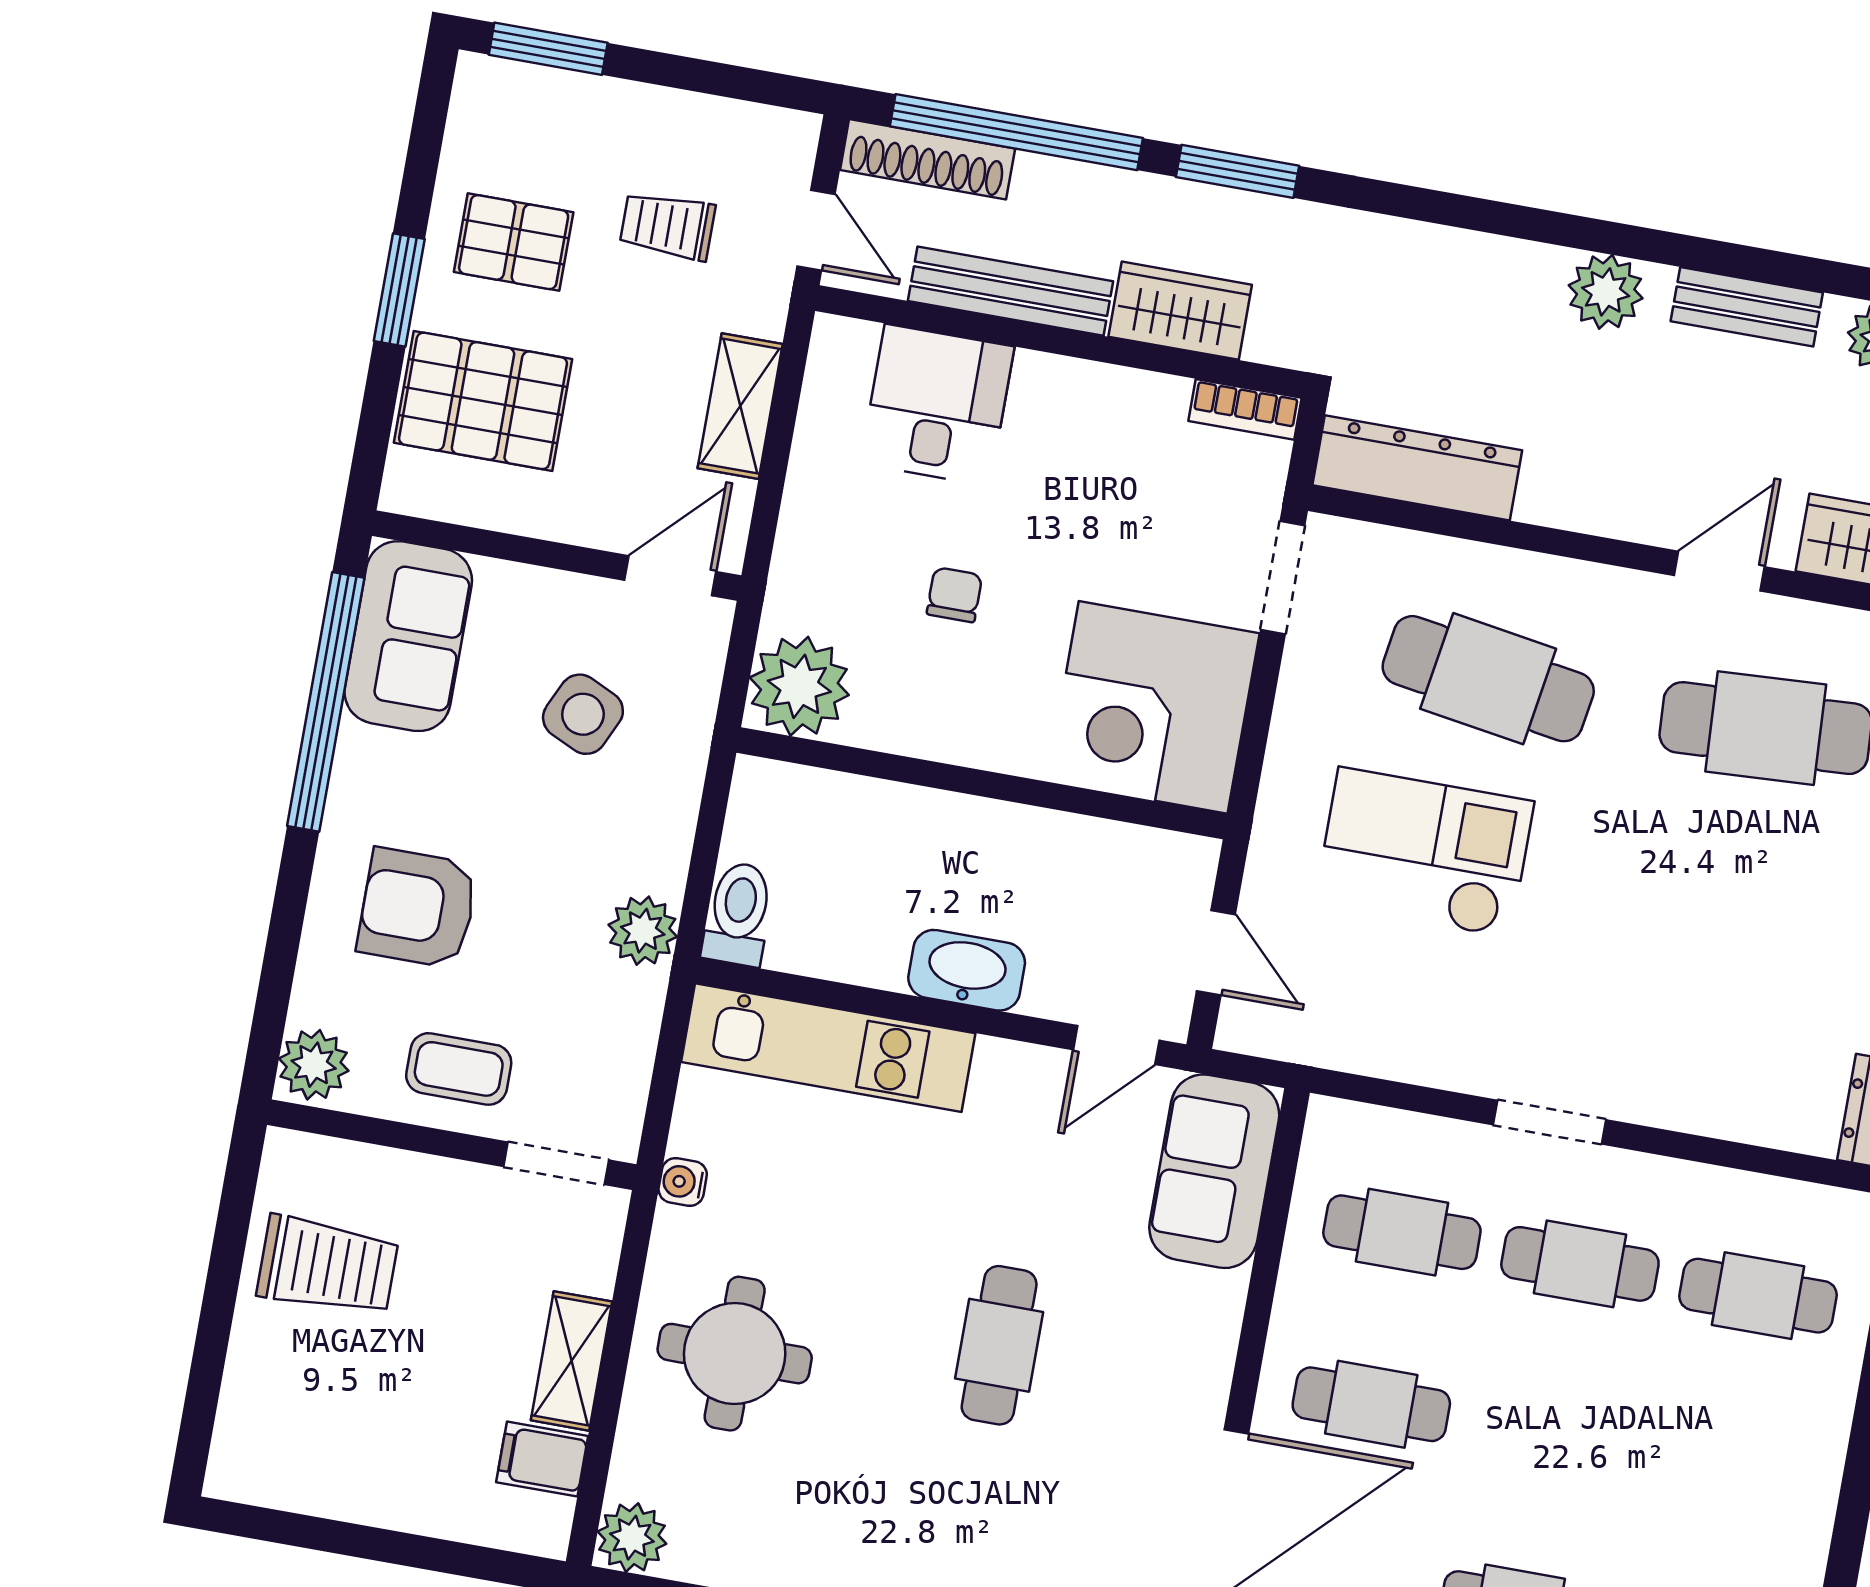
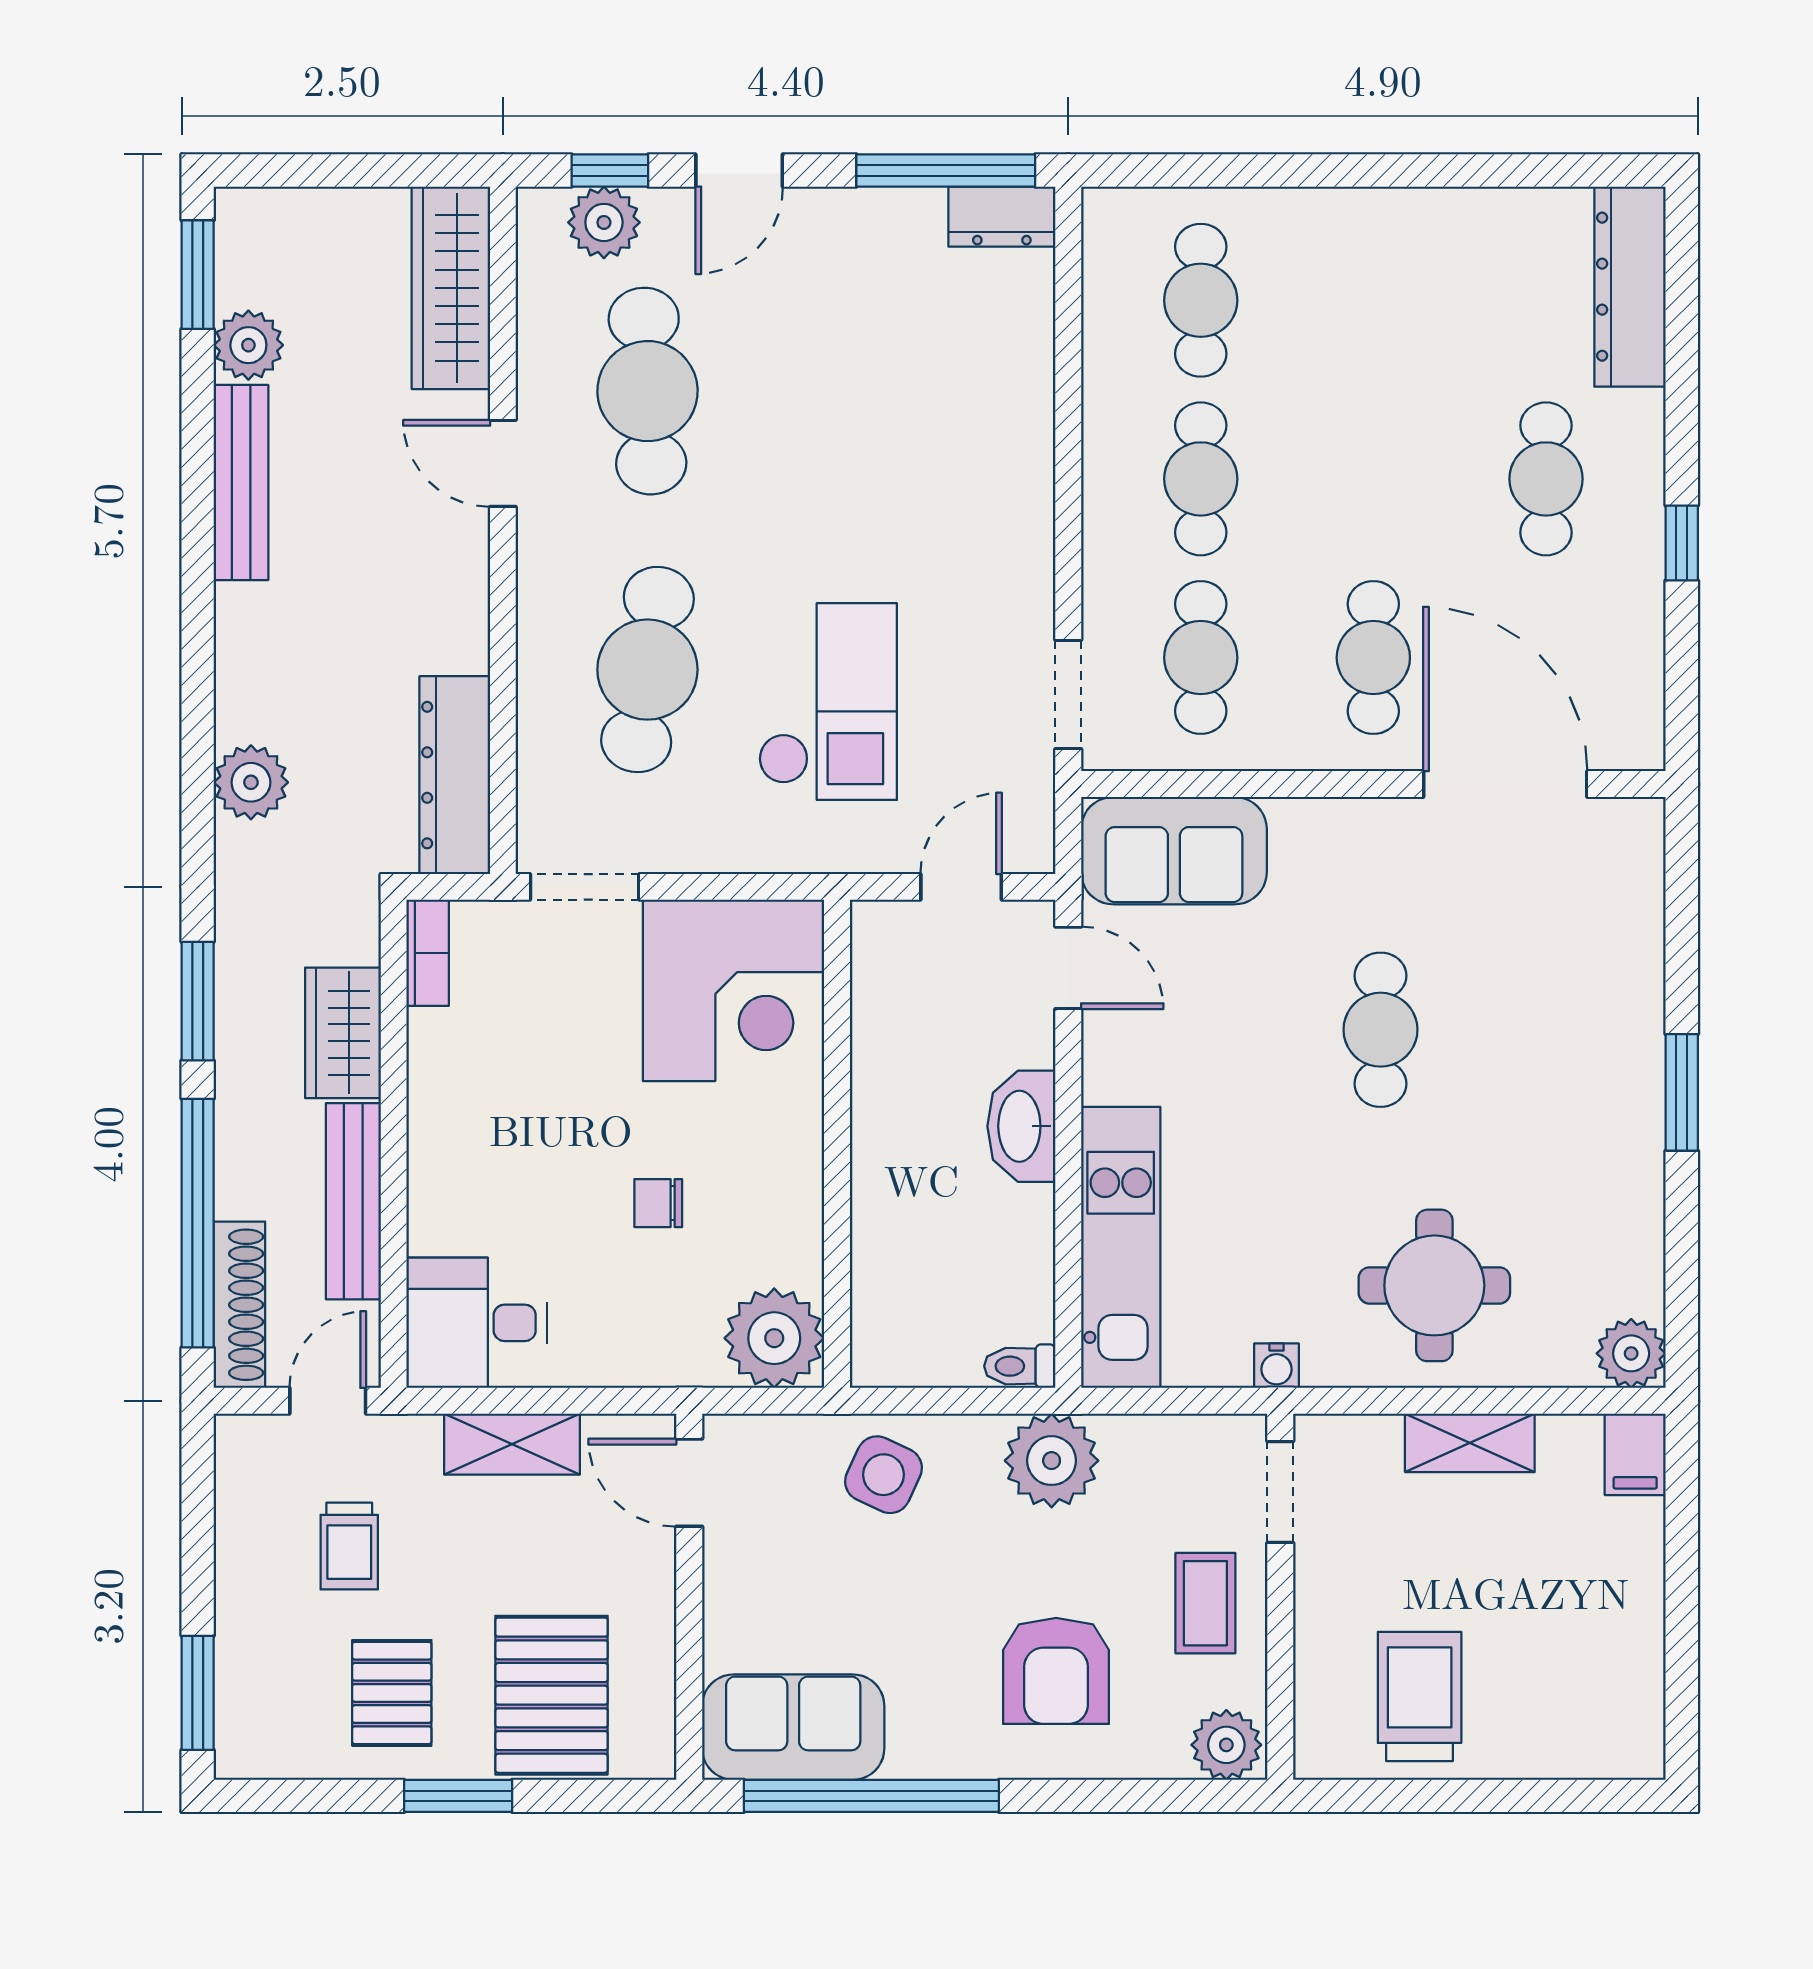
plant: (1606, 292) -> (251, 782), moved
bench: (1747, 307) -> (241, 482), width x1.36
desk: (937, 405) -> (477, 1323), moved
side table: (583, 714) -> (883, 1475), moved
checkout: (1424, 853) -> (828, 702), turned 180
toilet: (738, 914) -> (1020, 1366), width x0.73, depth x0.72
plant: (643, 931) -> (1052, 1461), width x1.36, depth x1.36
doorway: (1549, 1122) -> (1068, 694), moved
cafe table: (999, 1345) -> (1380, 1030), turned 90
filing cabinet: (542, 1459) -> (1635, 1454), moved

